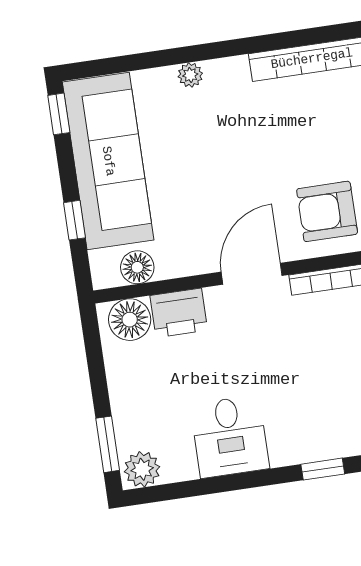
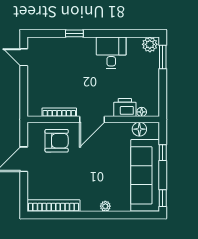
floor lamp: (130, 320) -> (142, 112), width x0.53, depth x0.53

